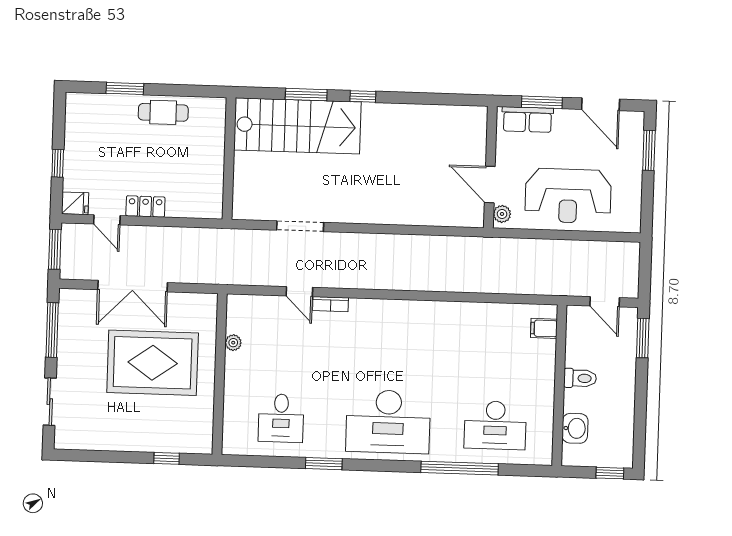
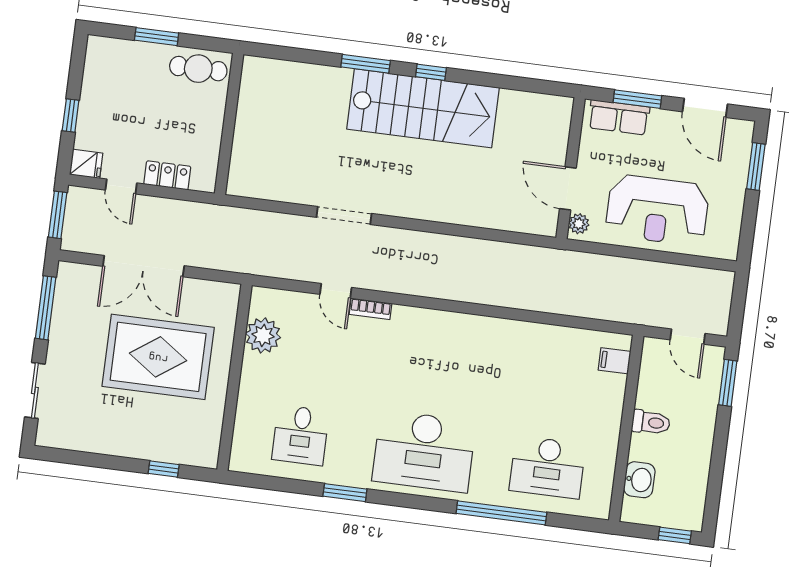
stairs: (297, 126) -> (423, 108), moved
wall: (229, 158) -> (229, 124), moved
plant: (233, 343) -> (263, 335), width x1.88, depth x1.88

